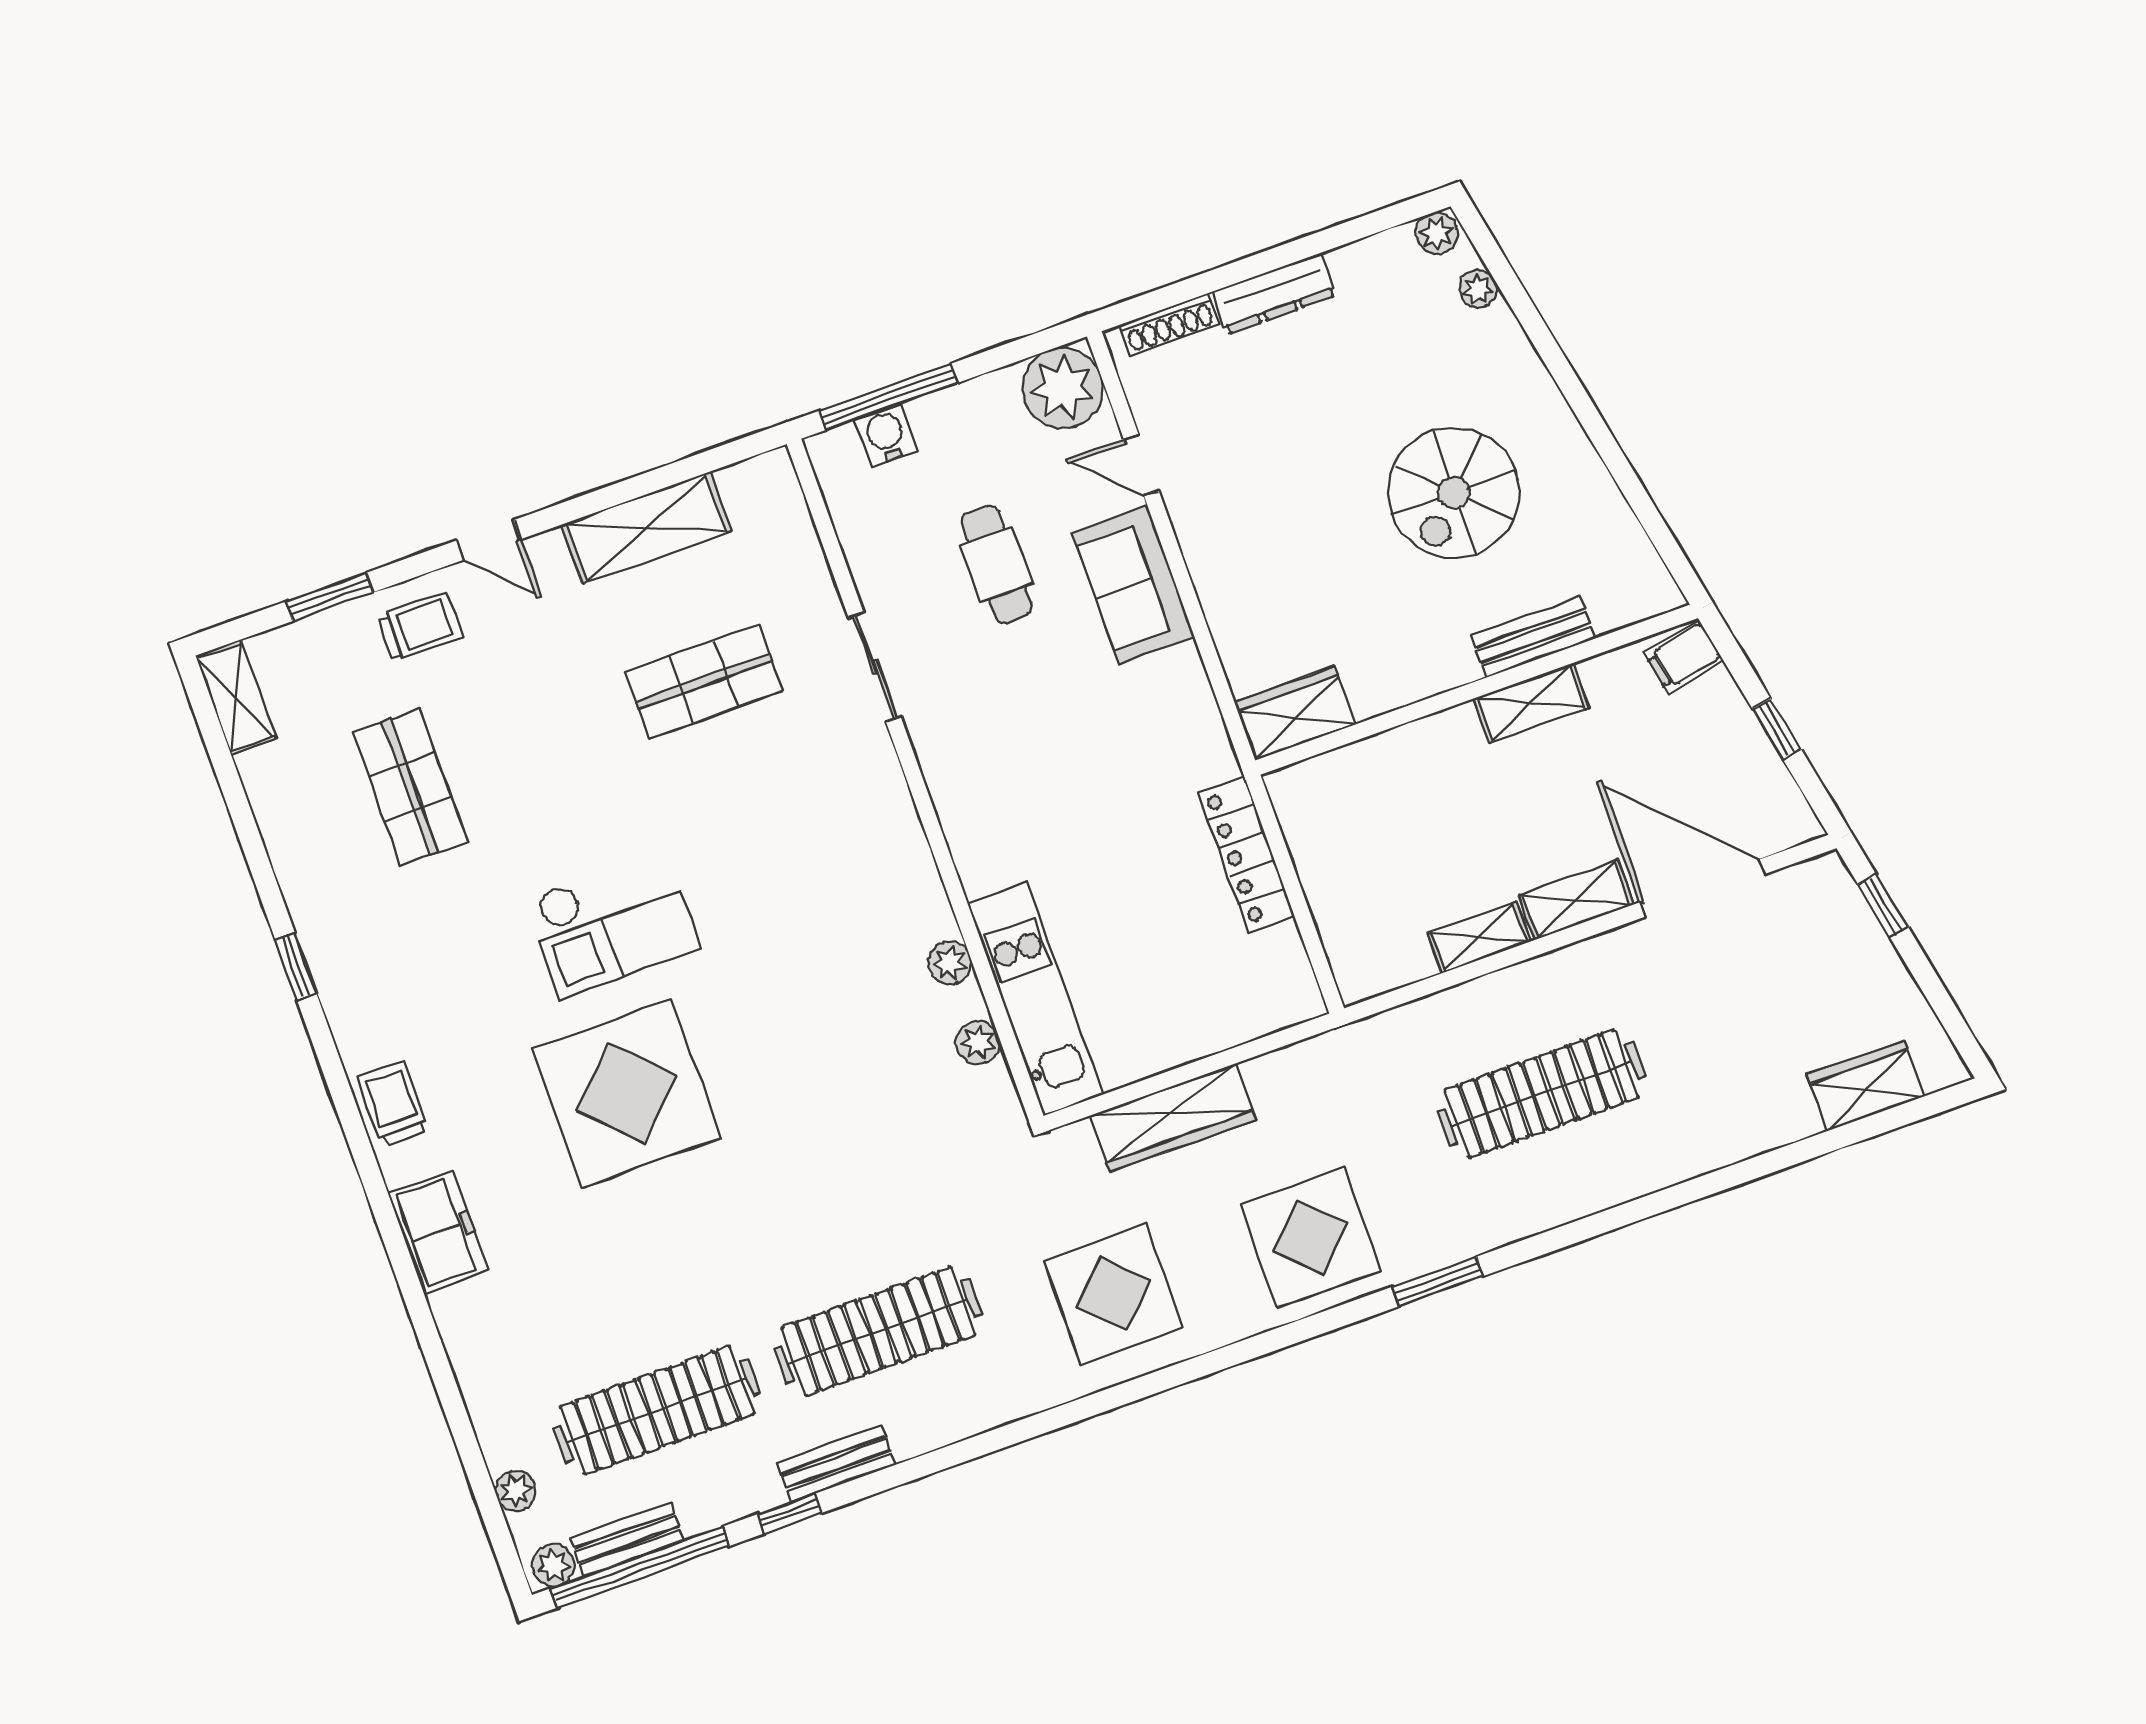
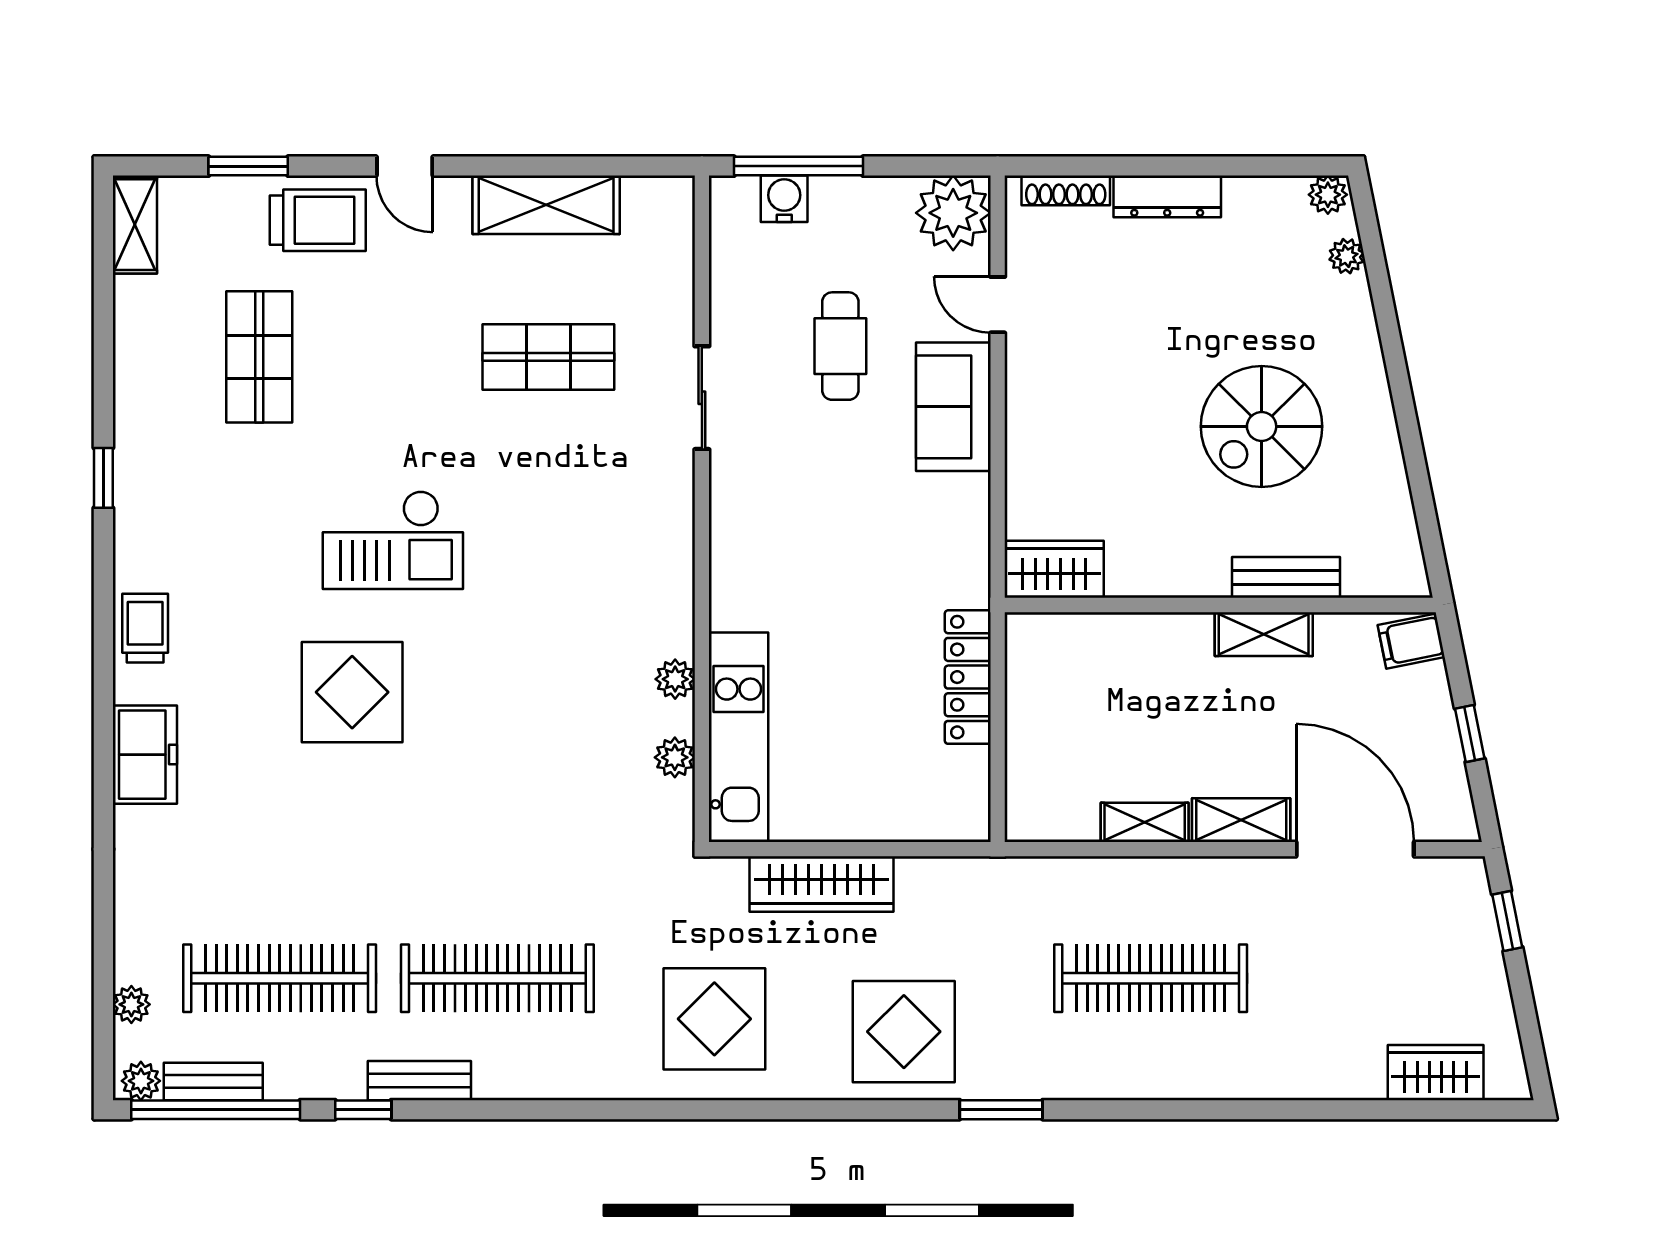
trolley: (420, 627) -> (318, 220), width x1.36, depth x1.39
display table: (626, 1093) -> (352, 692), width x0.73, depth x0.73

